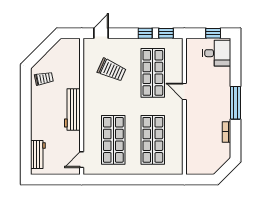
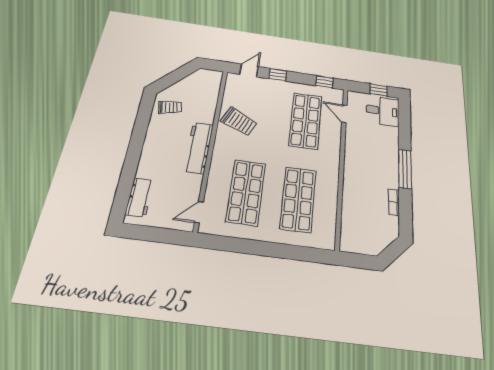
window: (145, 33) -> (278, 75), moved
trolley: (112, 70) -> (239, 121), moved
door: (184, 91) -> (344, 114), moved

